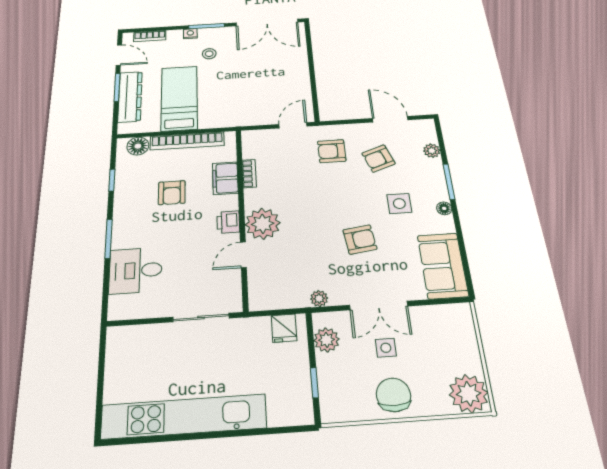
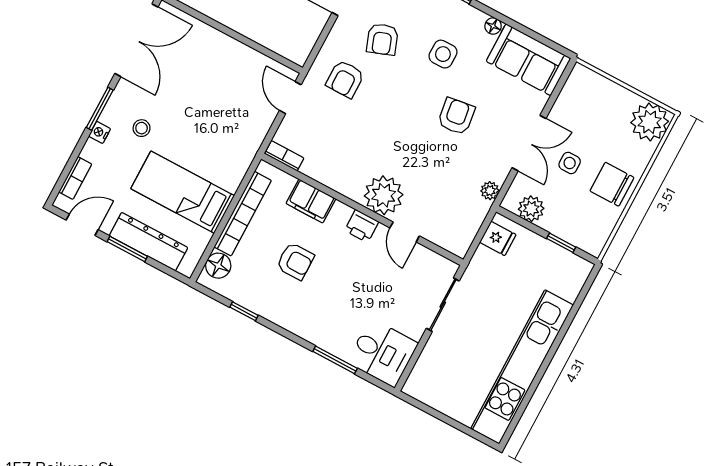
bookcase: (249, 174) -> (284, 156), moved
floor lamp: (444, 208) -> (493, 26), moved
window: (109, 239) -> (335, 360), moved
desk: (136, 270) -> (382, 353), moved, turned -90

